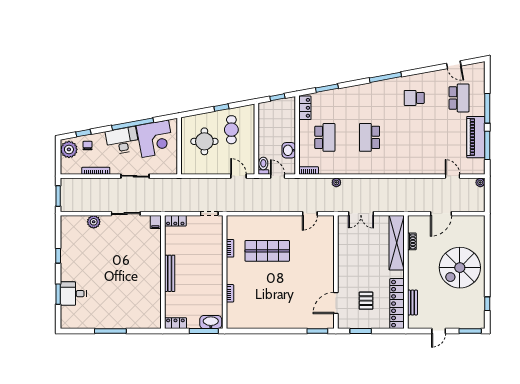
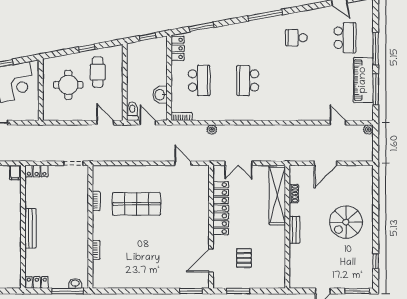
door: (310, 214) -> (183, 163), swing flipped
spiral stairs: (460, 268) -> (346, 222), width x0.73, depth x0.73
bench: (412, 303) -> (294, 230), moved
locker: (397, 304) -> (221, 208), moved, turned 180
washbasin: (211, 322) -> (75, 283), width x0.52, depth x0.69

